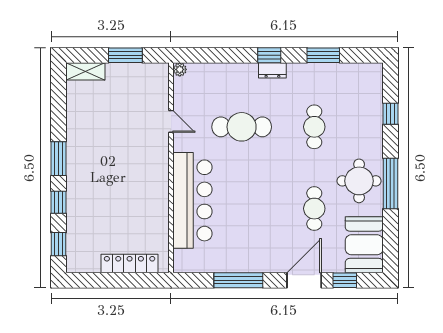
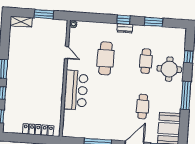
cafe table: (242, 127) -> (106, 58), turned 90
round table: (359, 181) -> (169, 69), moved
bar counter: (192, 200) -> (76, 90), width x0.73

